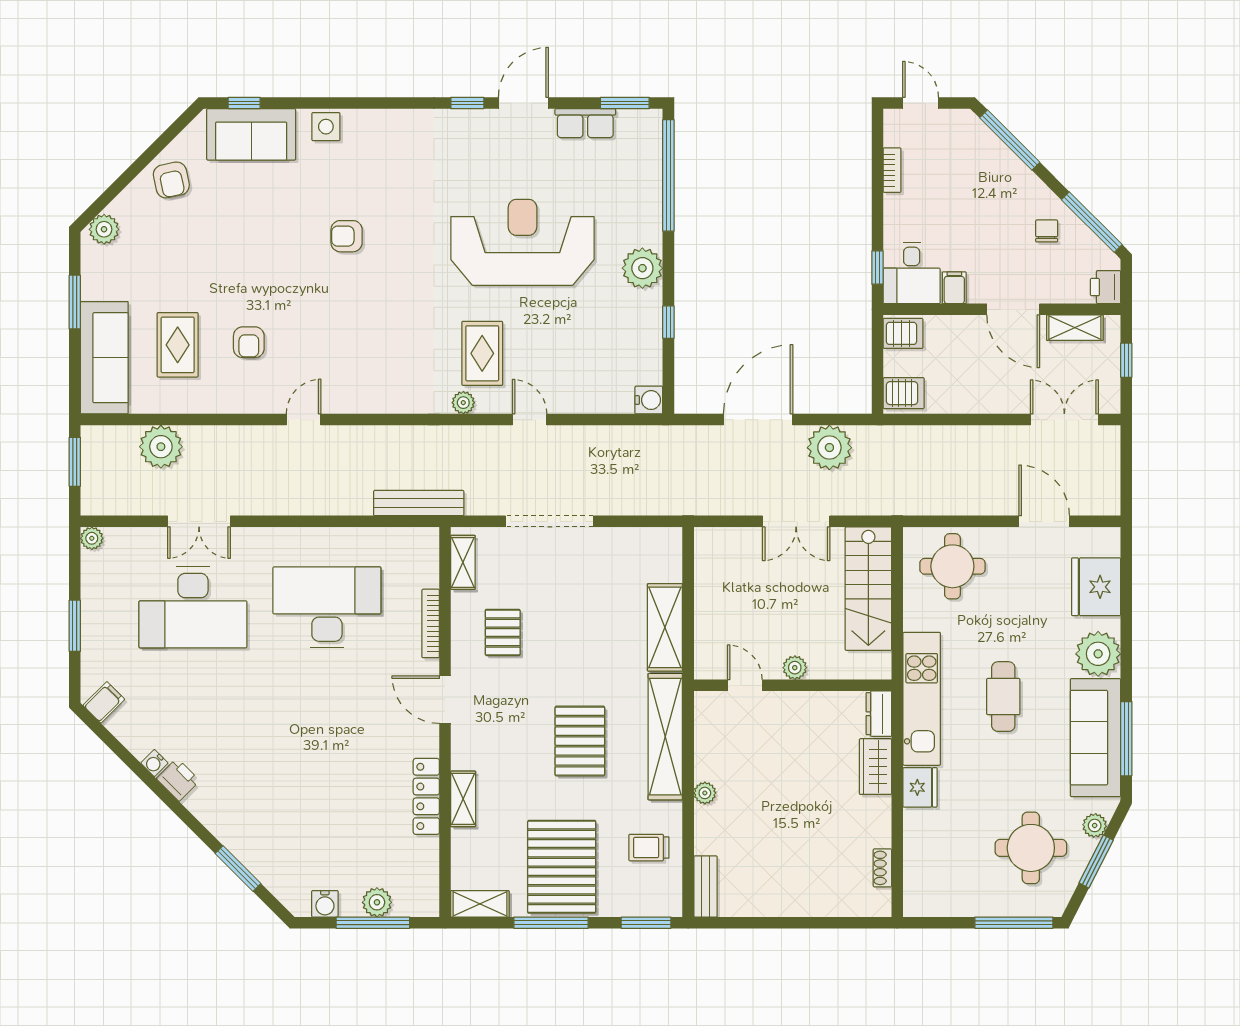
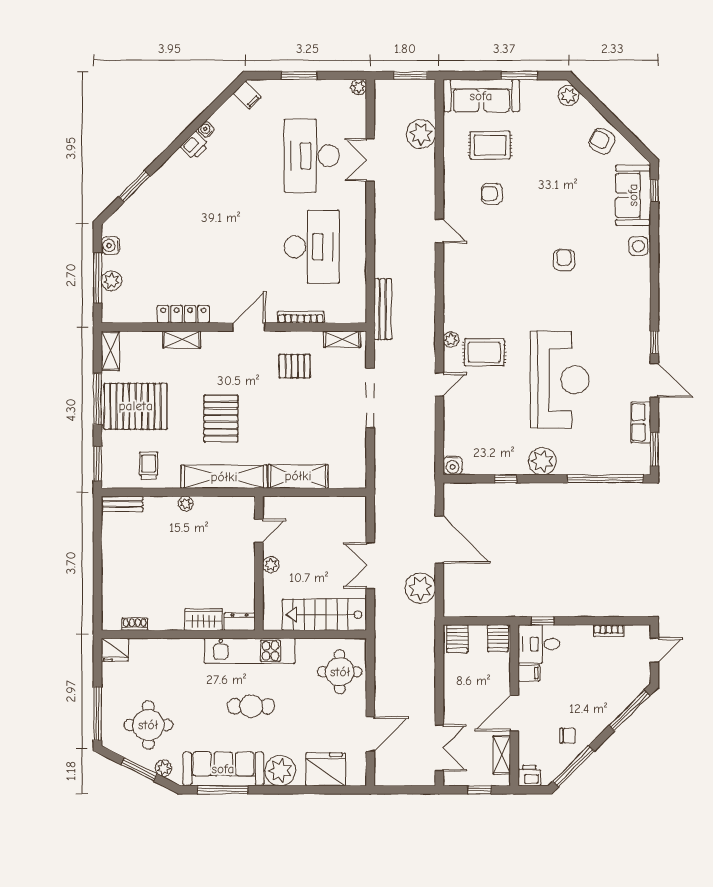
armchair: (171, 180) -> (602, 141), turned 39
pallet: (580, 741) -> (221, 419), turned 90
fridge: (920, 787) -> (115, 650), moved

